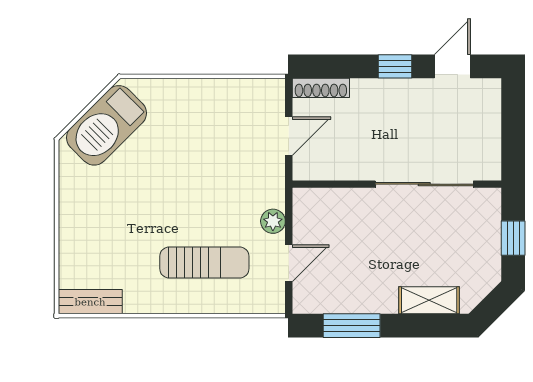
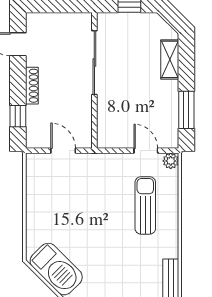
window: (395, 66) -> (18, 116), moved
shoe rack: (321, 88) -> (32, 86), moved
plant: (273, 221) -> (171, 161), moved

